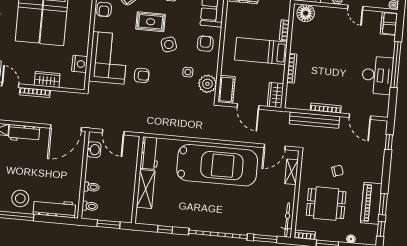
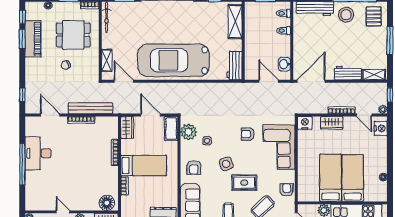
filing cabinet: (389, 24) -> (32, 200), removed
nightstand: (80, 64) -> (305, 123), moved, turned 90
door: (275, 147) -> (124, 81), hinge flipped
shelving: (146, 189) -> (235, 22), moved

